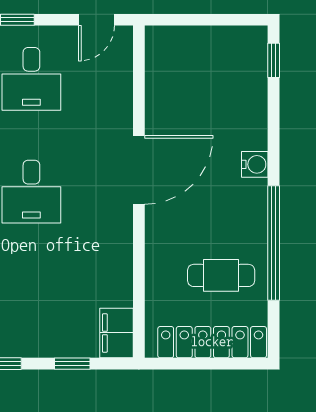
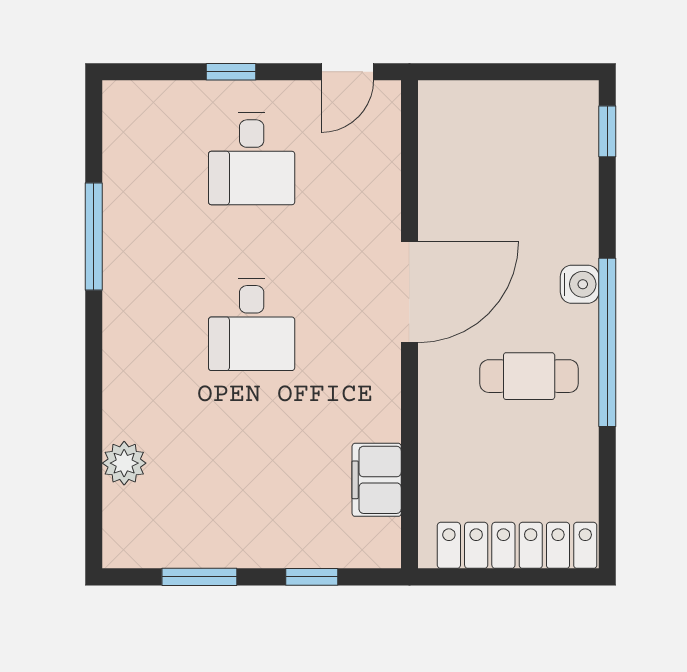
window: (274, 243) -> (607, 342), moved
cafe table: (221, 275) -> (529, 376), moved
filing cabinet: (117, 333) -> (377, 480), moved

